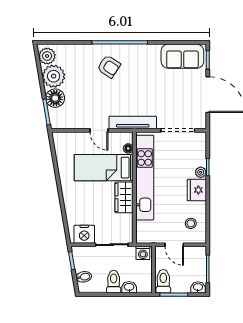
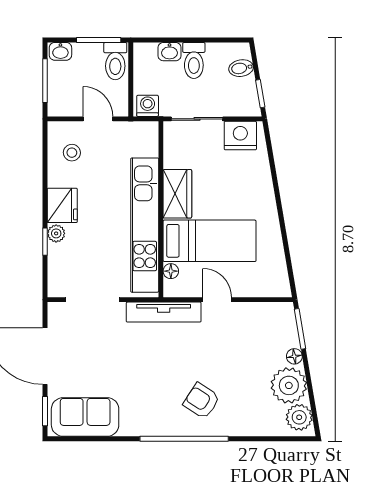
floor lamp: (55, 98) -> (294, 356), width x0.53, depth x0.53

